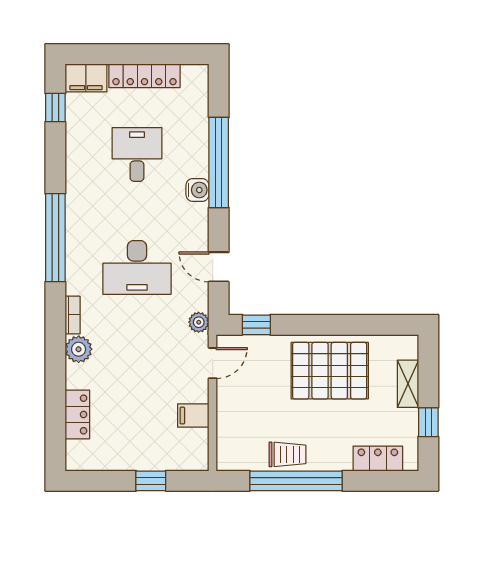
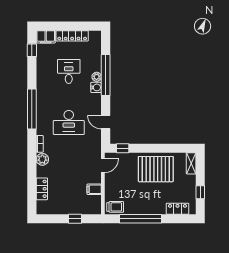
plant: (199, 322) -> (97, 77), moved
shelving: (408, 384) -> (191, 163), moved
trolley: (287, 454) -> (115, 207), moved

